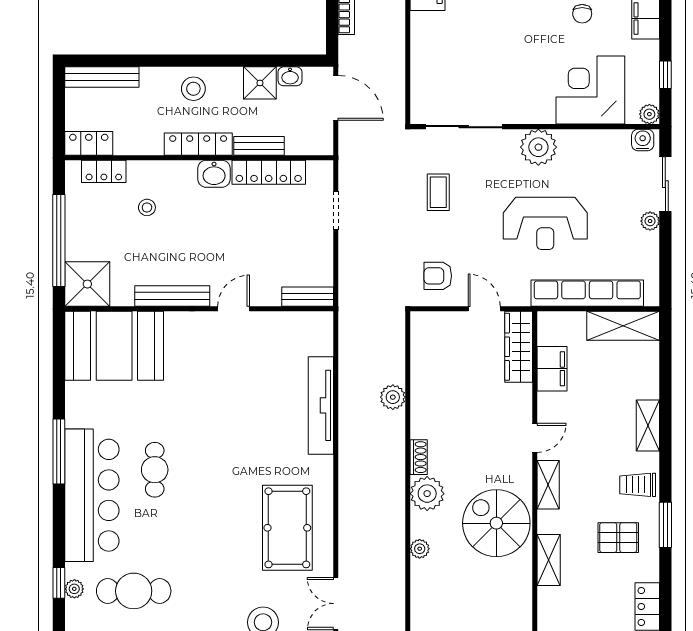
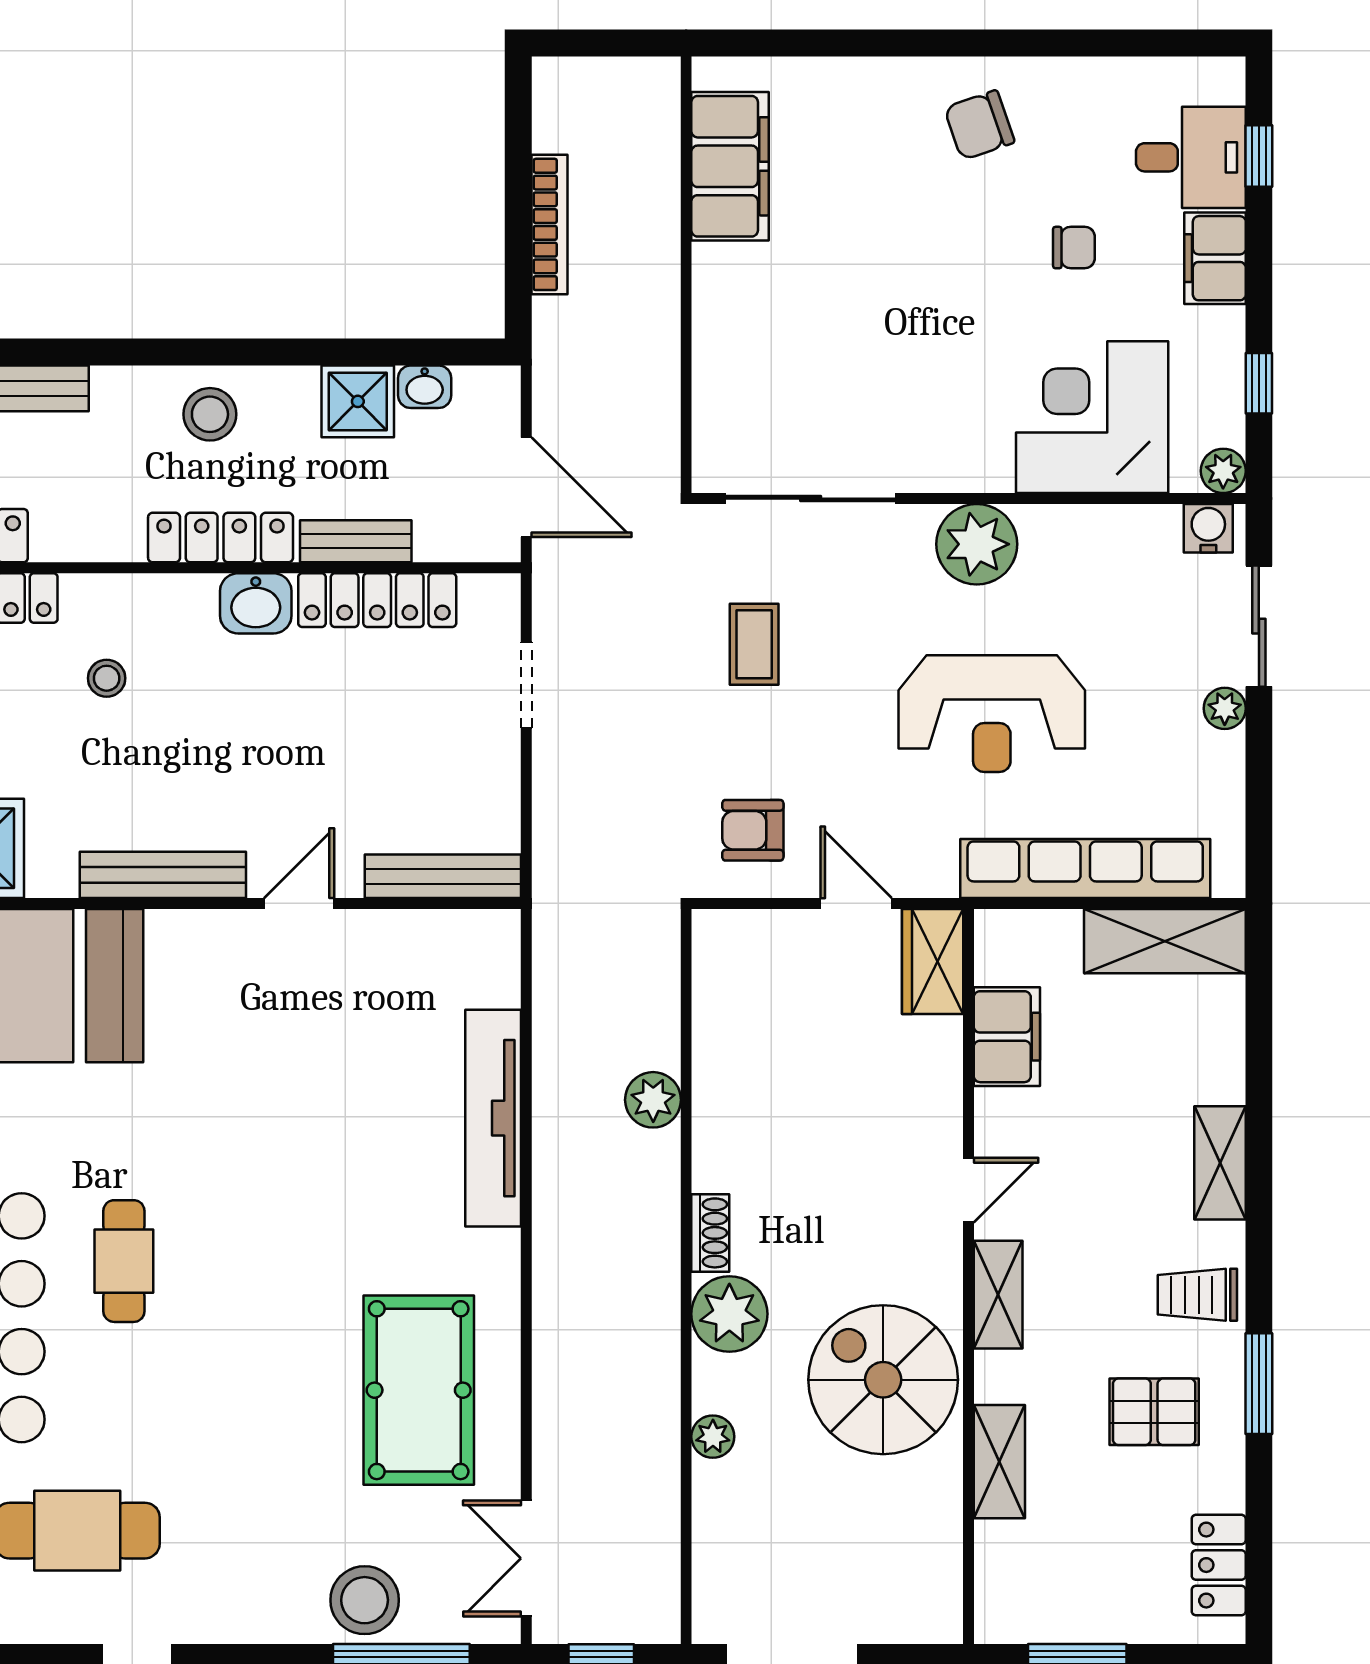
chair: (582, 14) -> (1074, 248), turned -90
door: (336, 98) -> (526, 487), moved
bench: (308, 297) -> (443, 876), width x1.36
wardrobe: (519, 347) -> (933, 961), width x0.67

